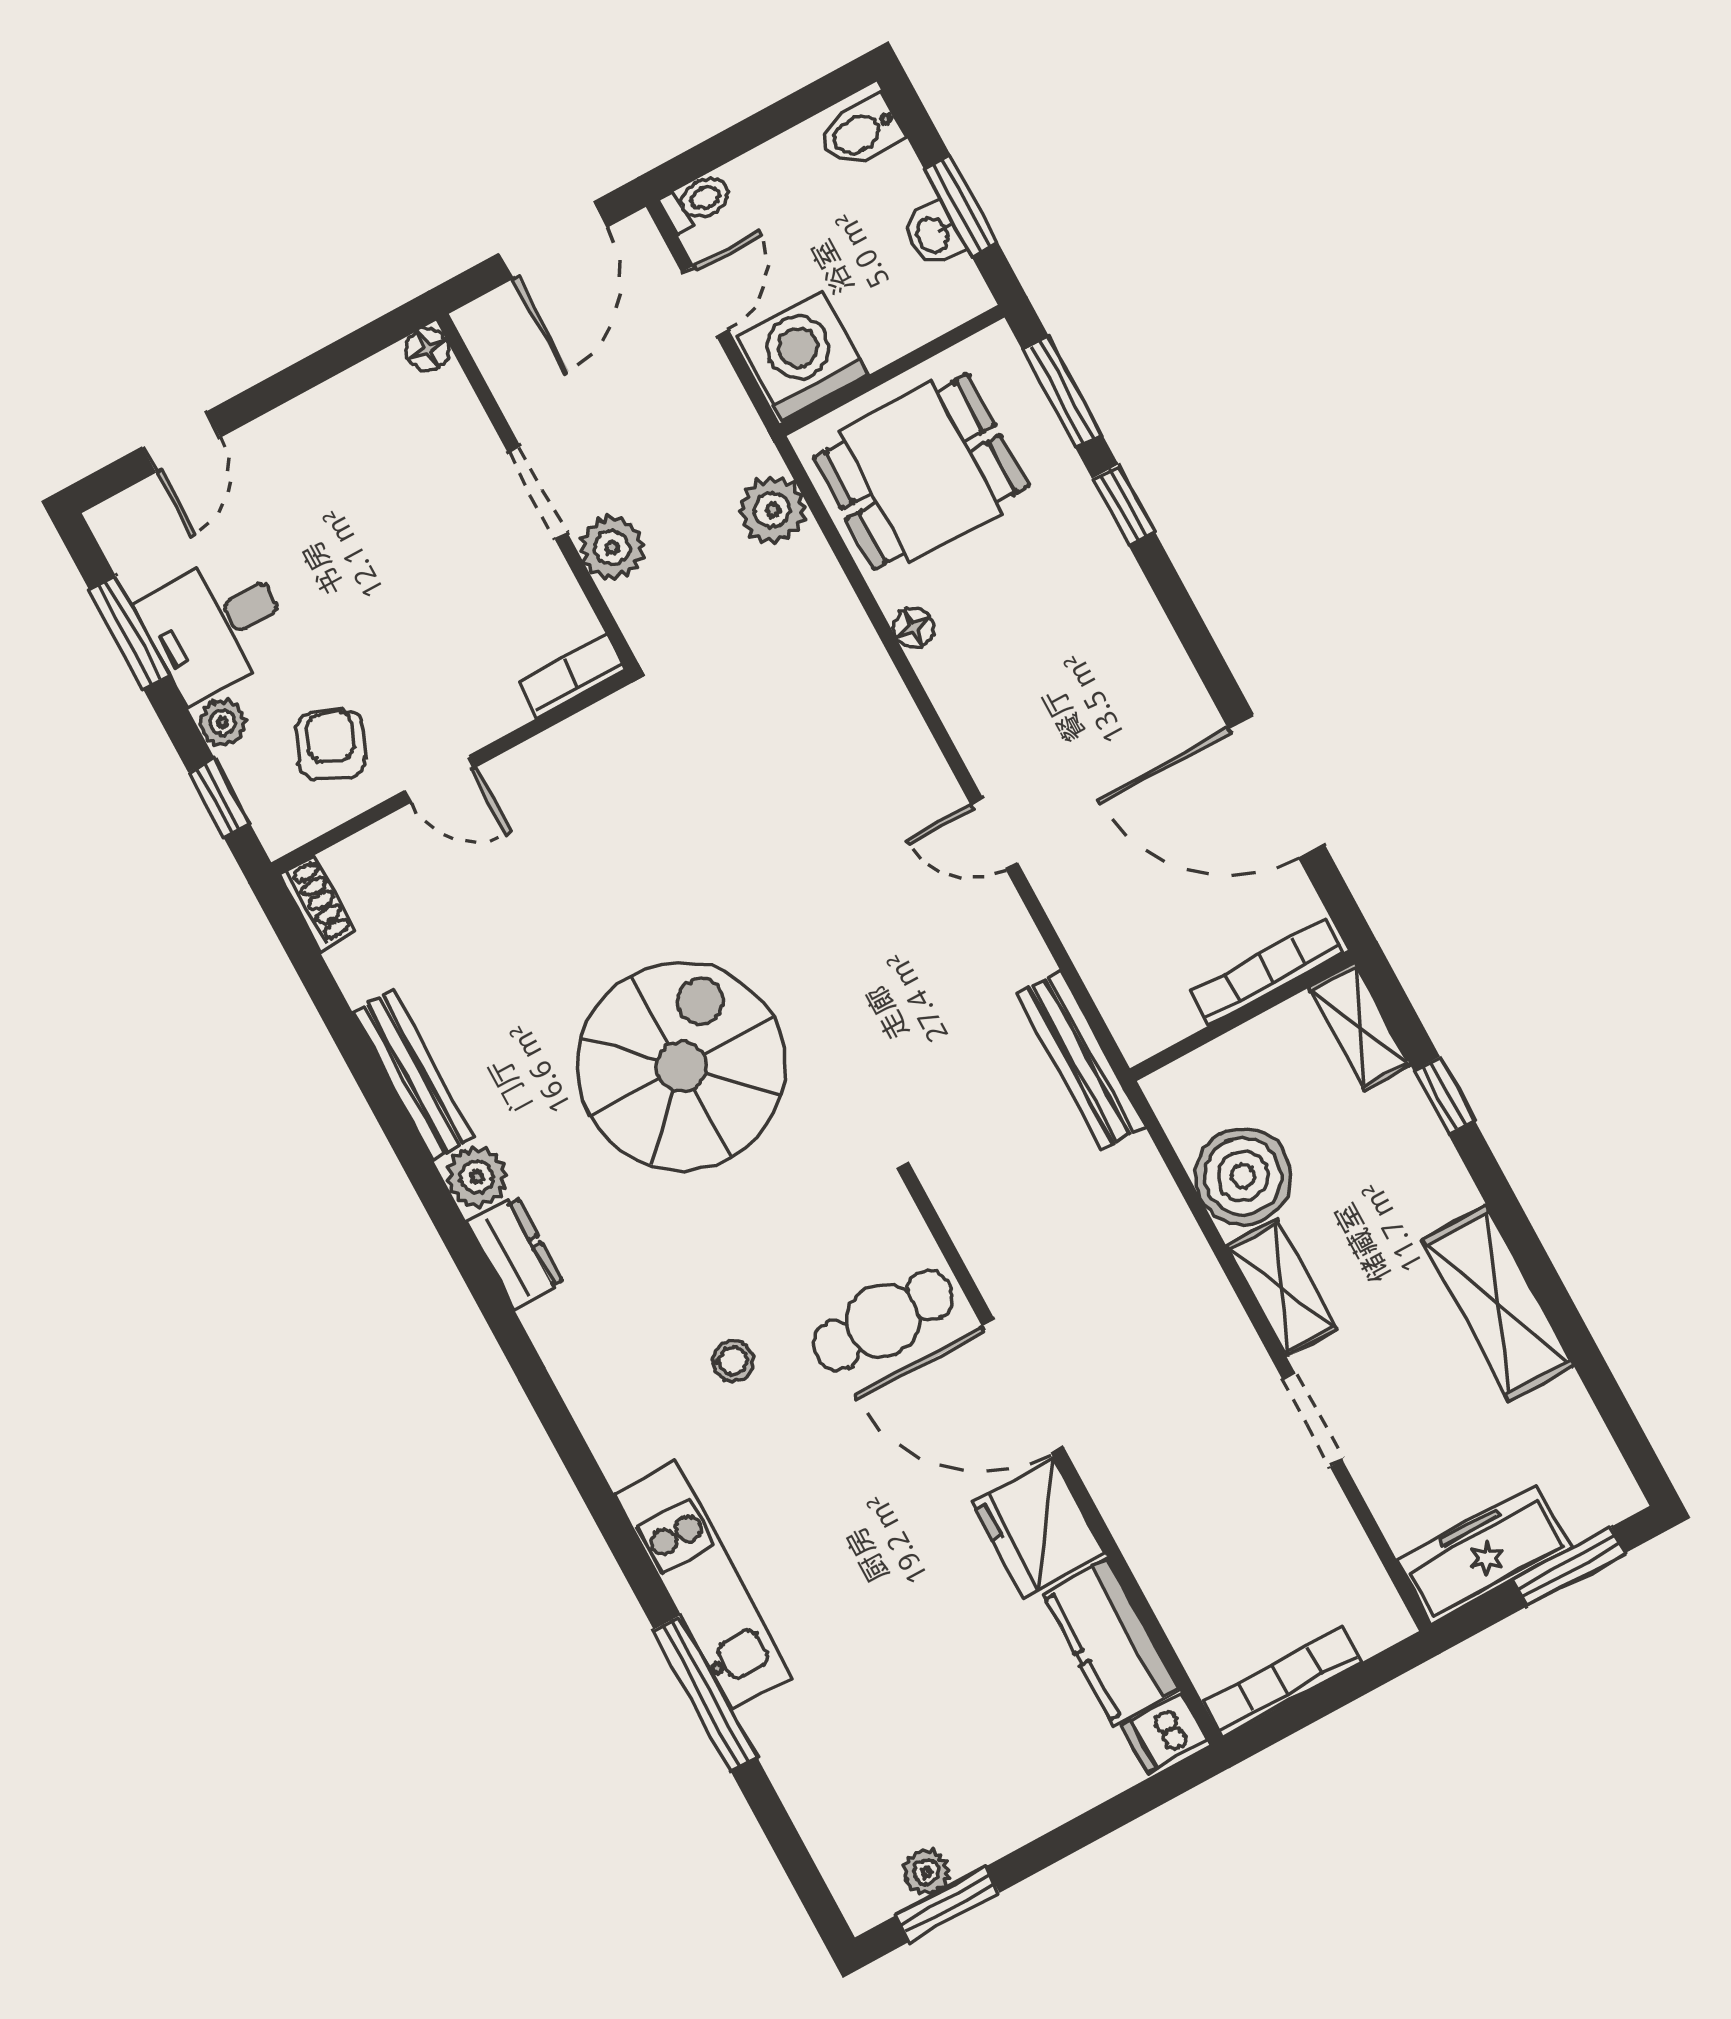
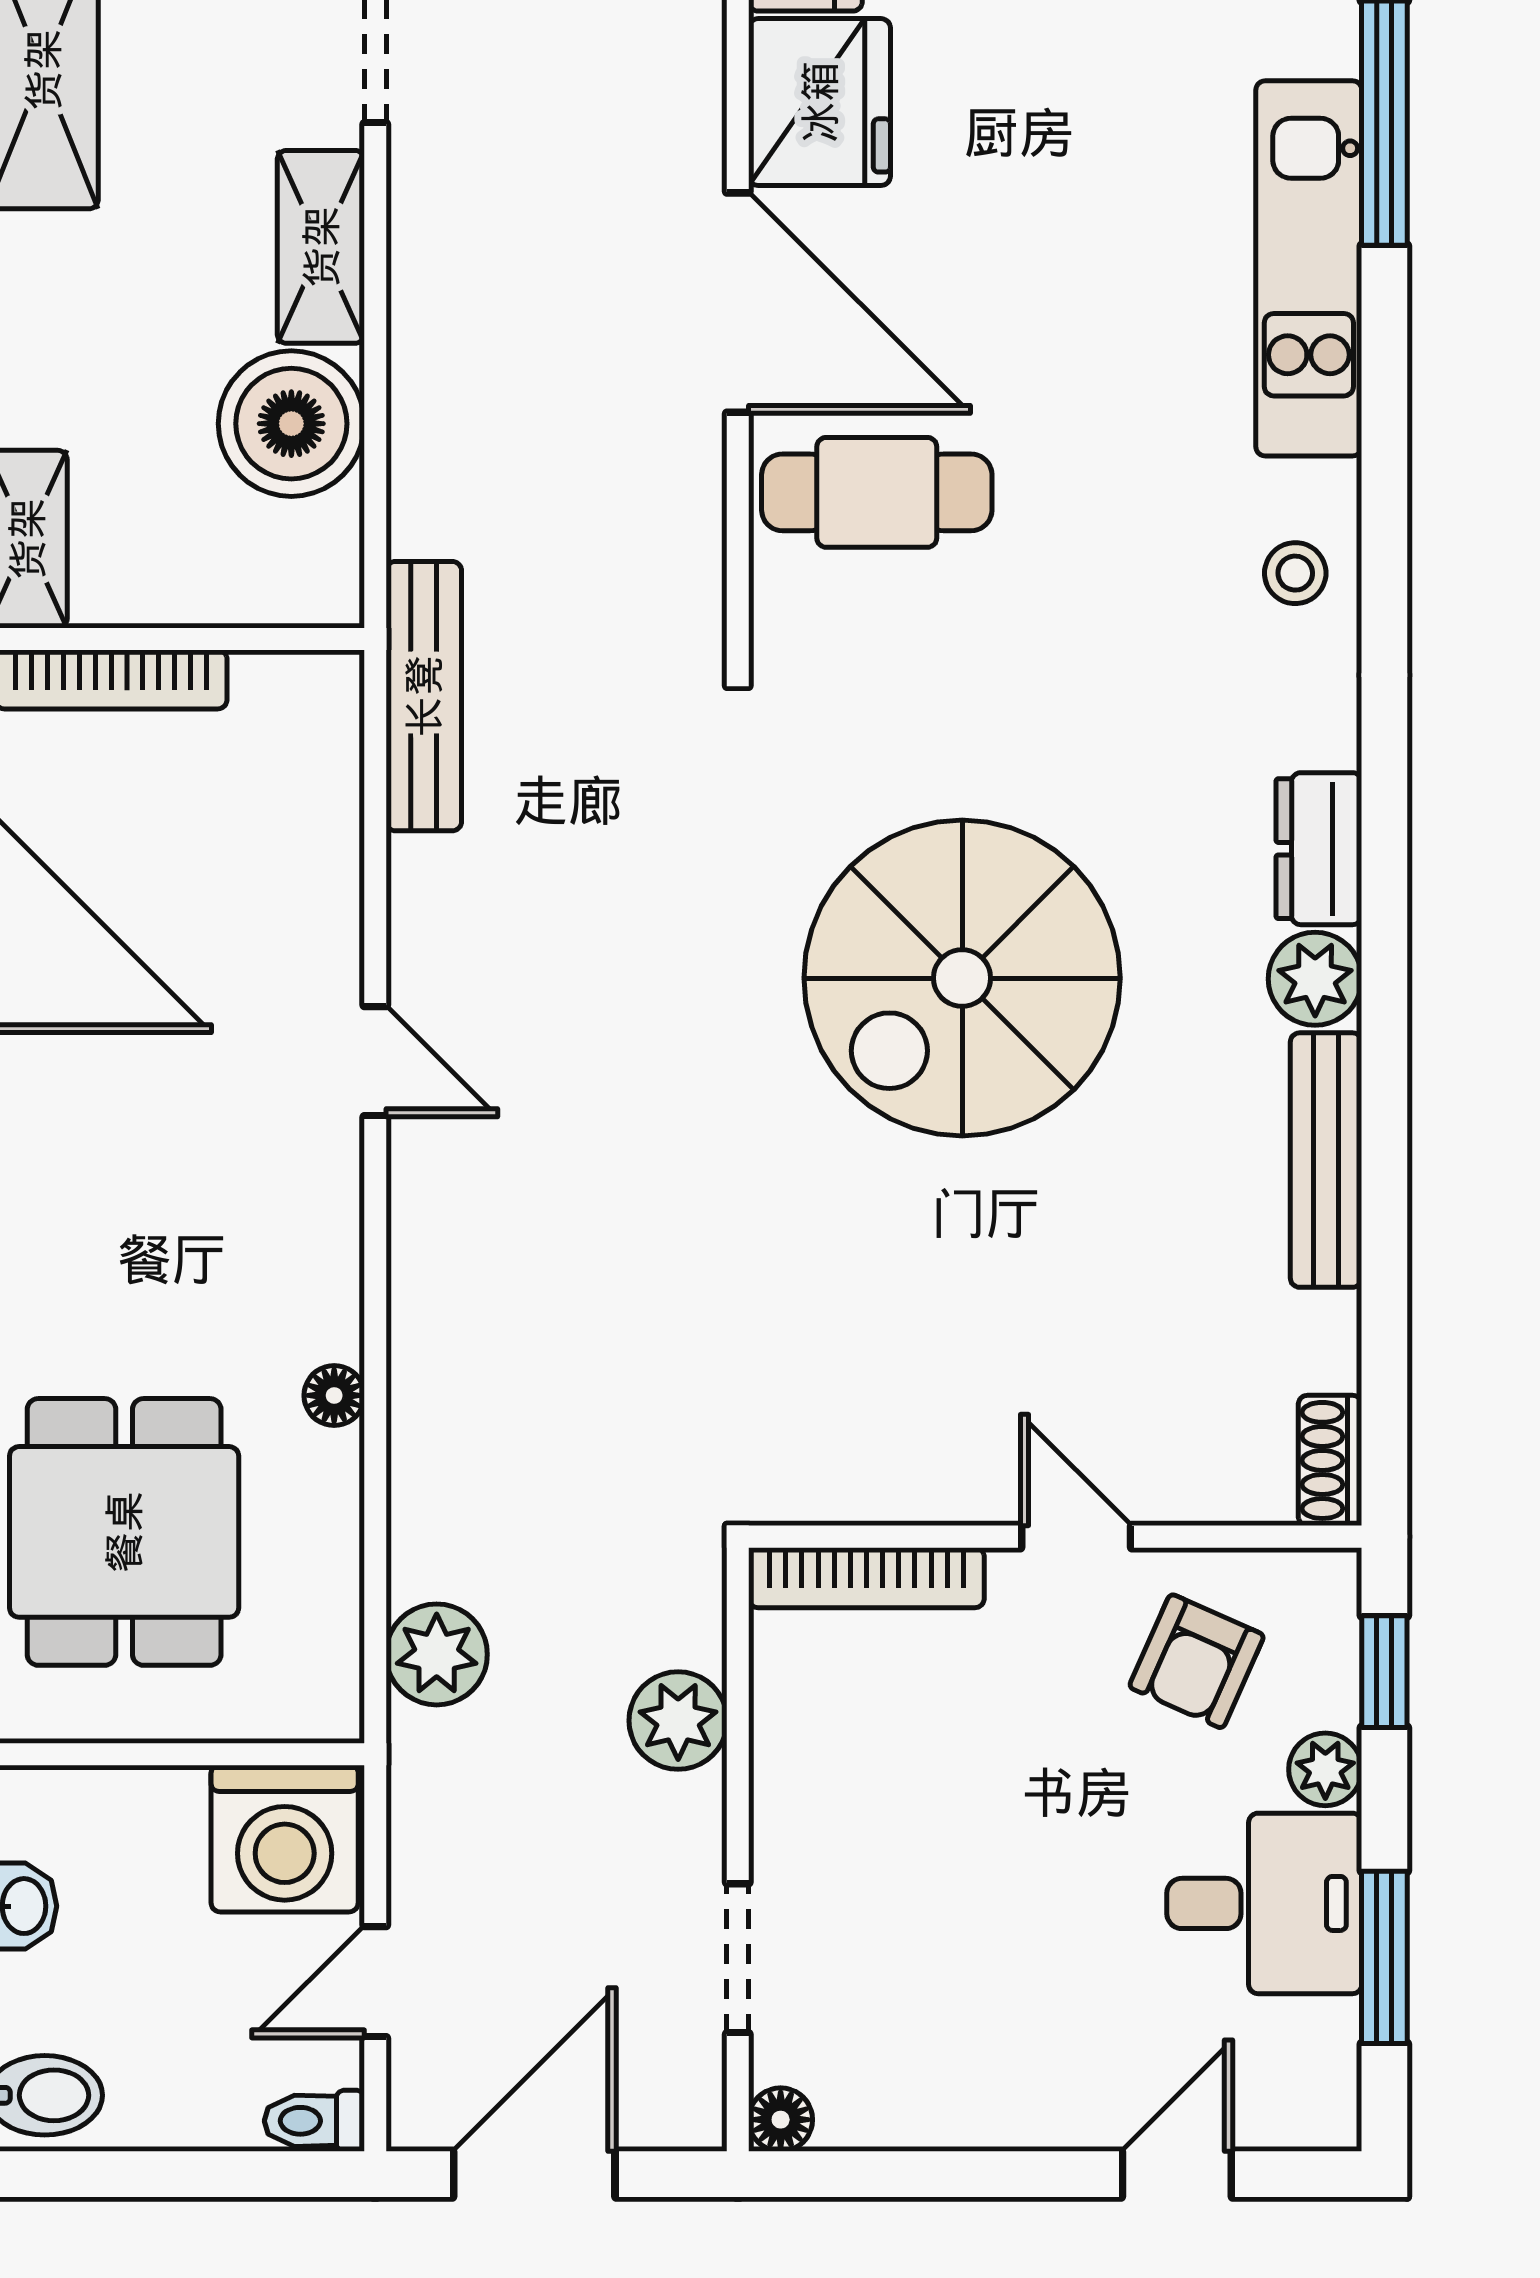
dining table: (921, 472) -> (124, 1532), moved, turned 90
doorway: (538, 493) -> (738, 1958), moved
bookcase: (573, 676) -> (866, 1578), width x1.56
stool: (733, 1361) -> (1295, 573), moved

